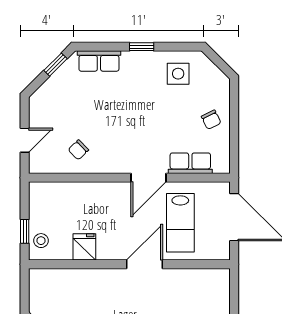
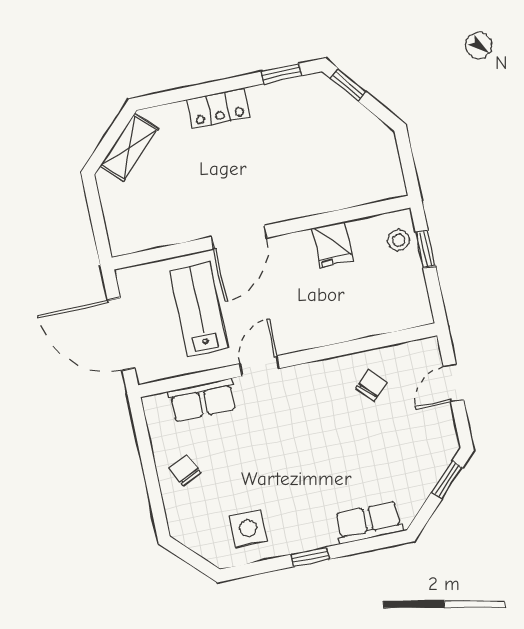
window: (55, 65) -> (447, 480), moved
door: (149, 178) -> (260, 366), width x0.73

